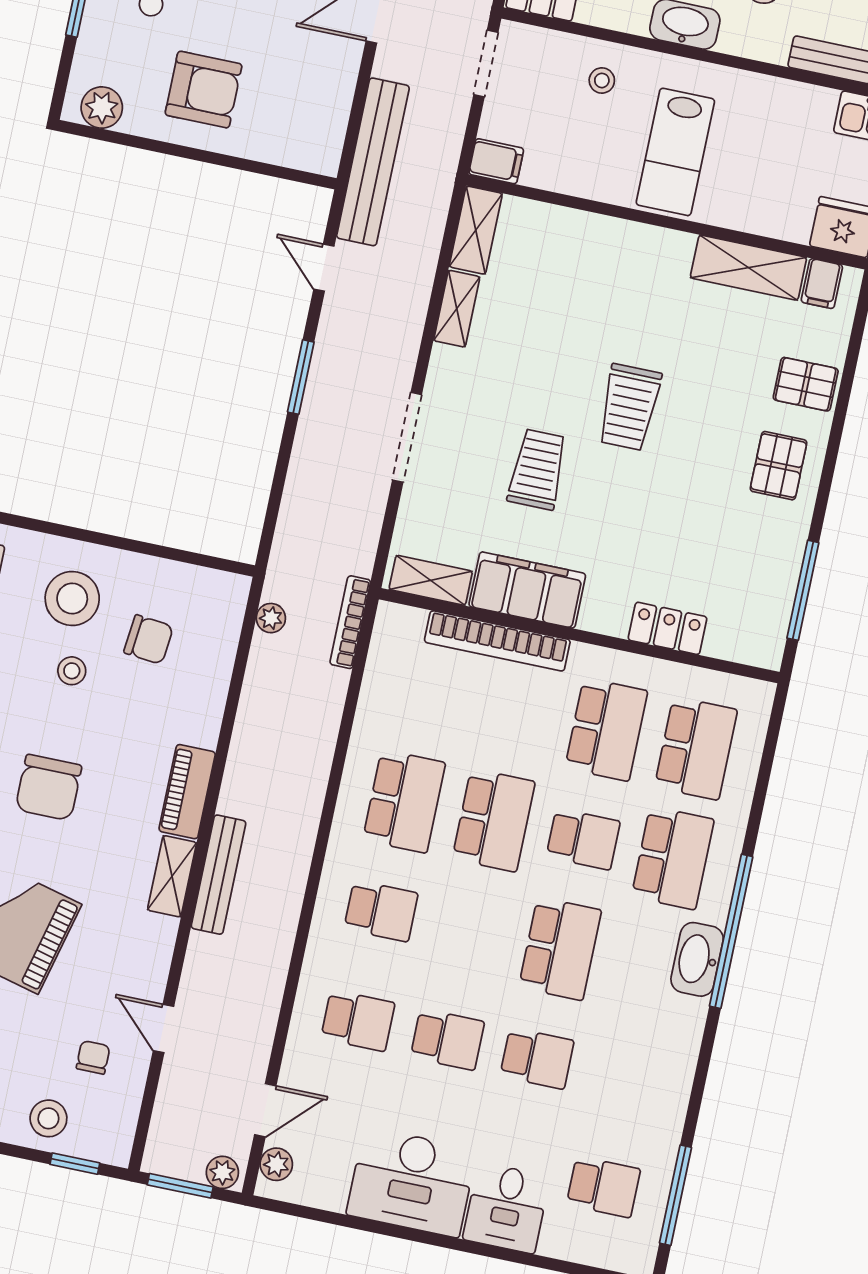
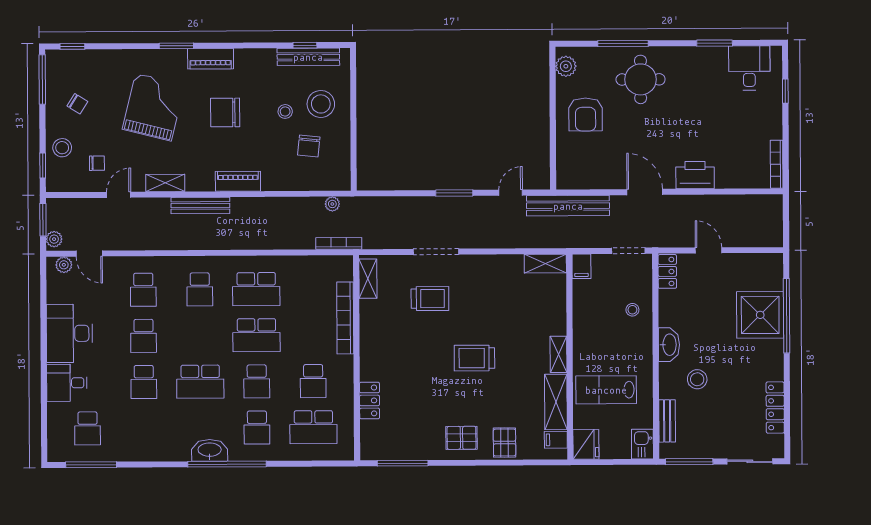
lab bench: (675, 152) -> (606, 390), moved
shelving: (457, 309) -> (559, 354), moved, turned 90
trolley: (538, 469) -> (430, 299), moved
filing cabinet: (527, 590) -> (373, 327), removed
school desk: (606, 729) -> (313, 381), width x0.54
school desk: (673, 858) -> (257, 428), width x0.54
shelving: (172, 876) -> (165, 183), moved

